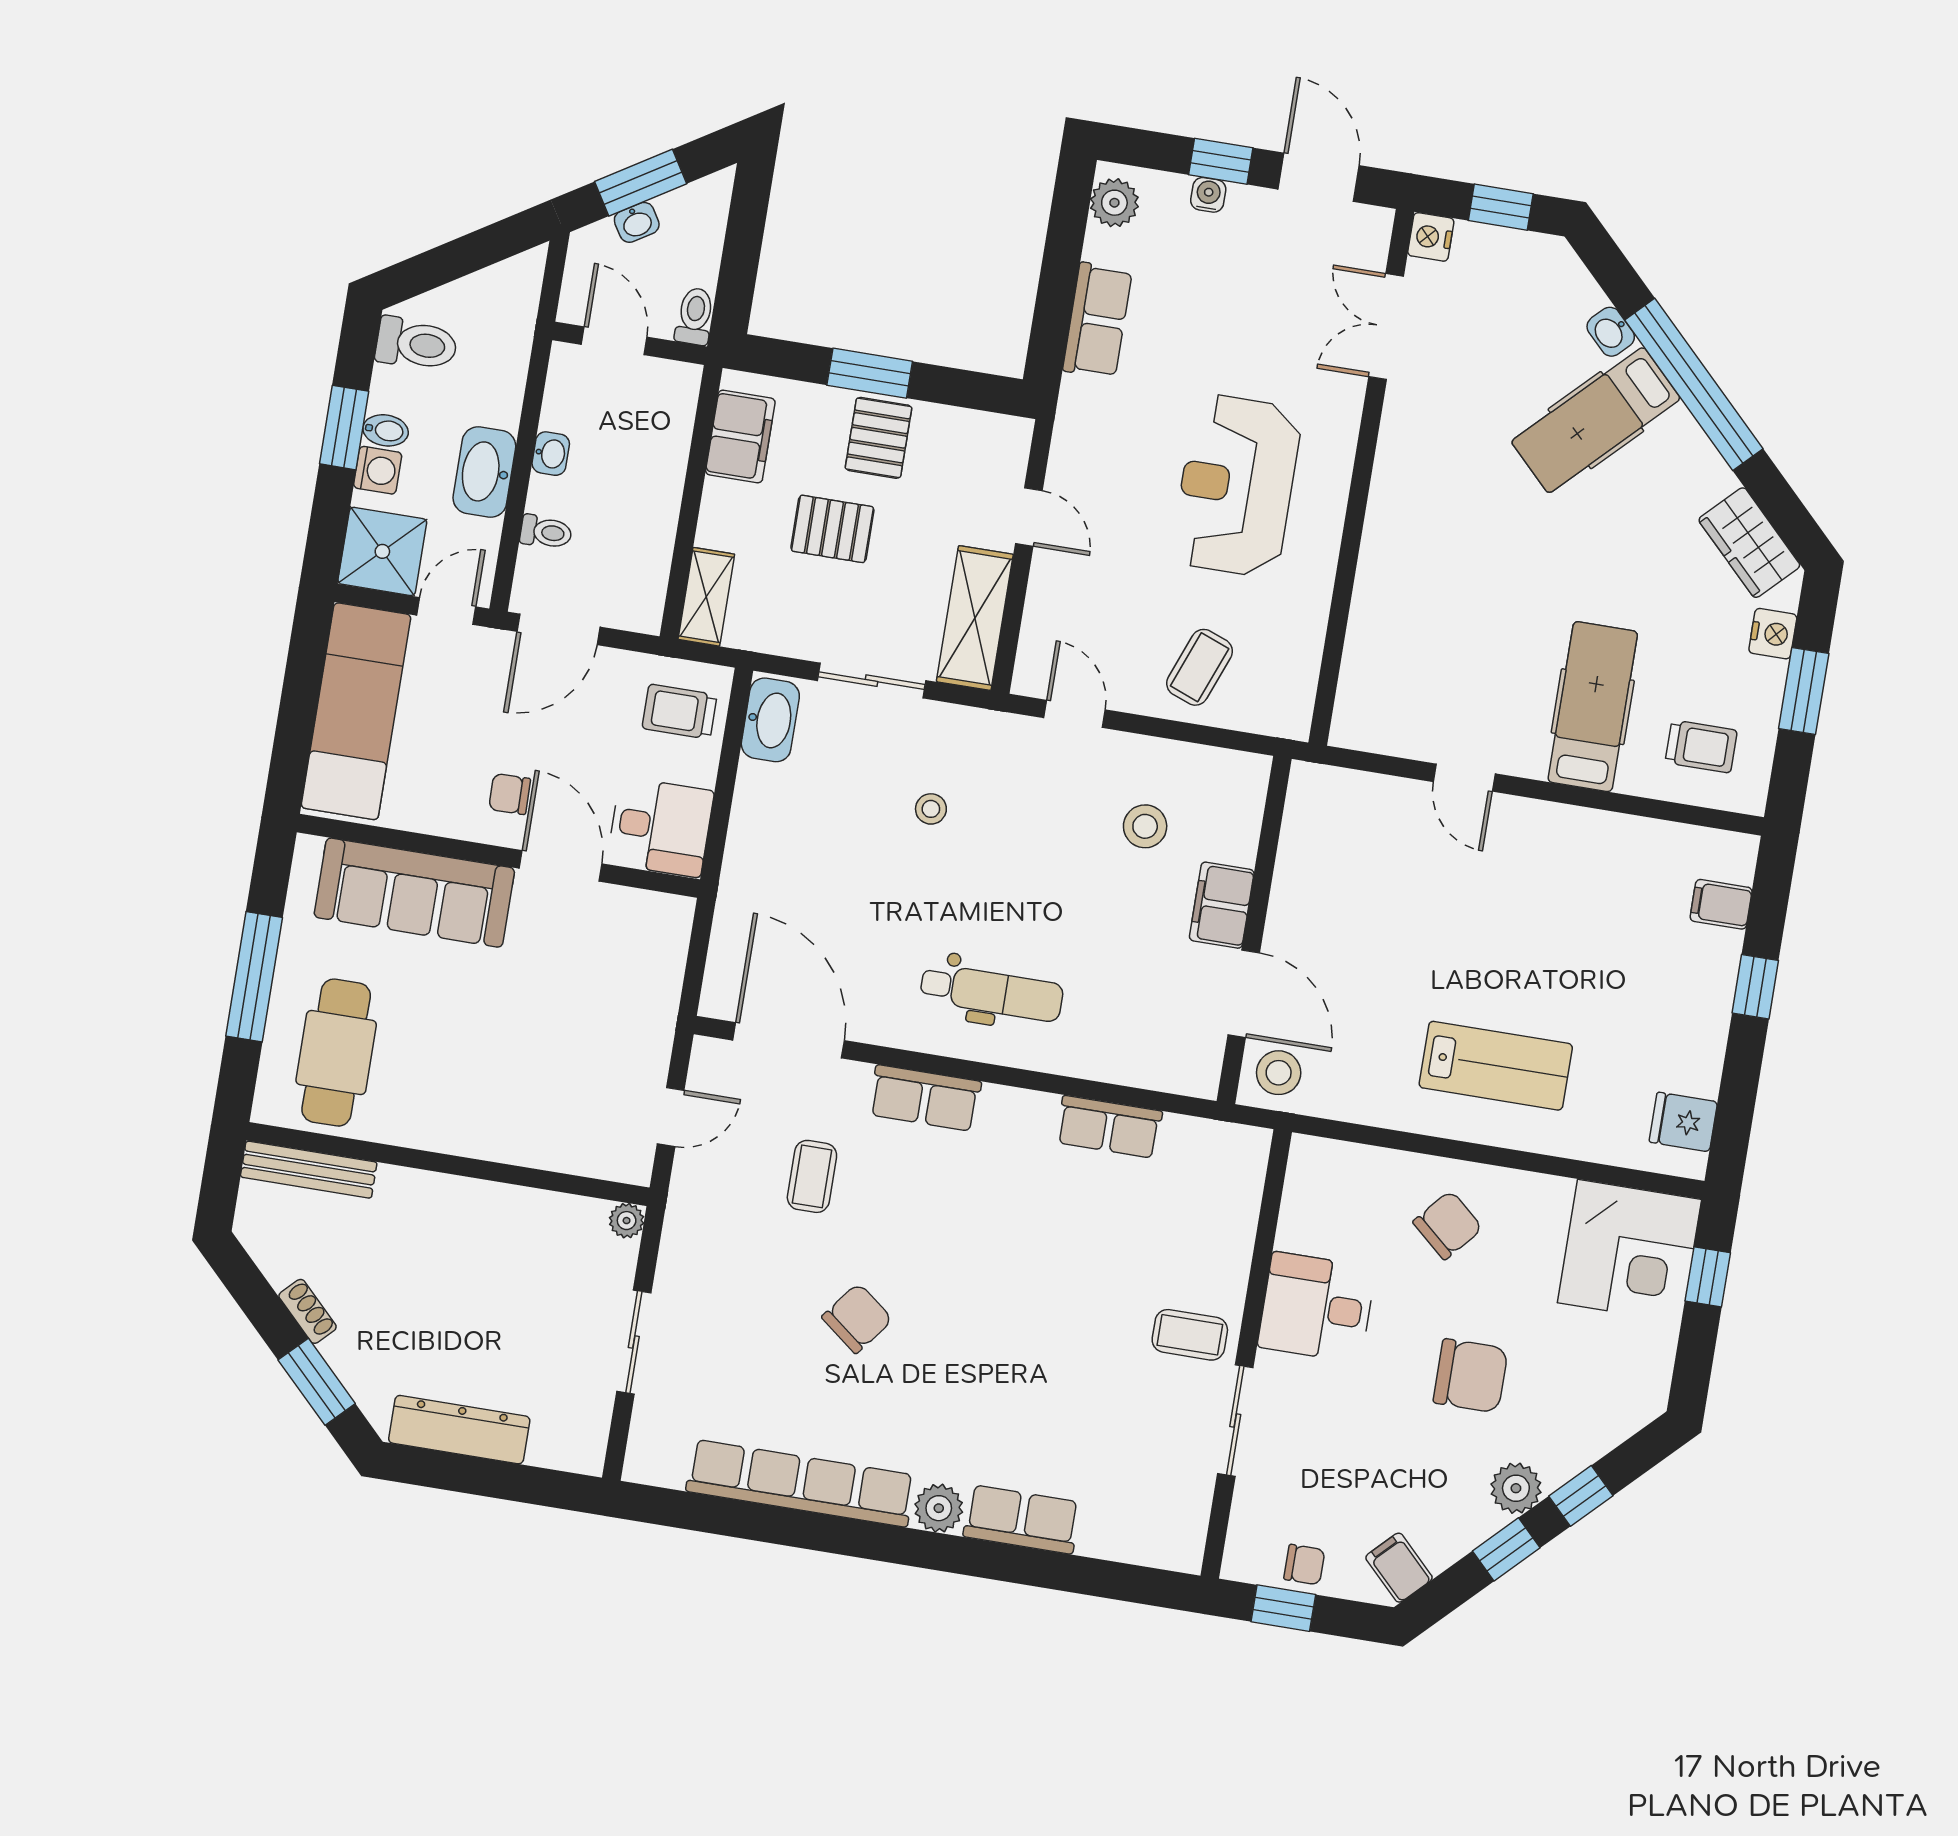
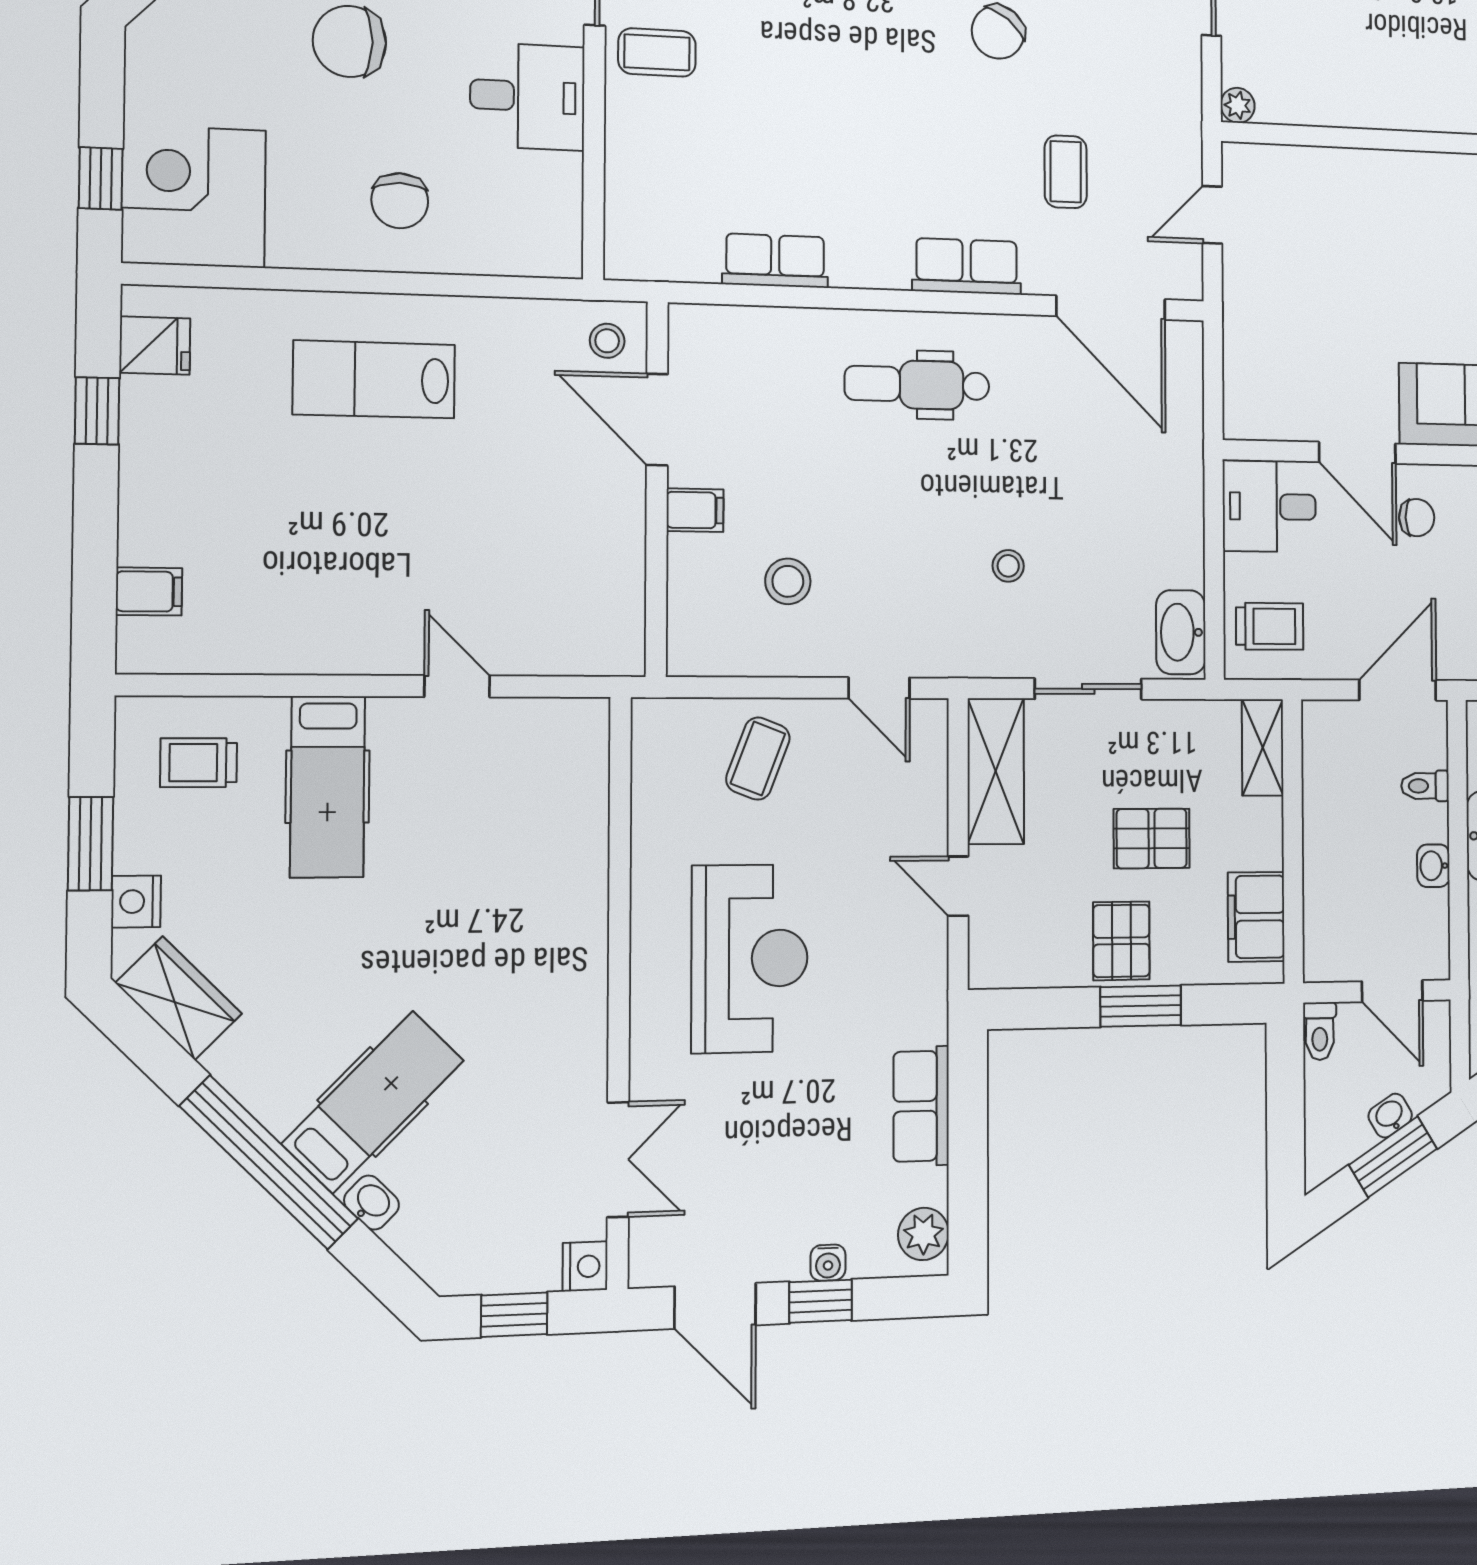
filing cabinet: (1222, 905) -> (695, 510), width x0.50
window: (1755, 987) -> (97, 411), moved
stool: (1279, 1073) -> (607, 341), width x0.73, depth x0.73
chair: (1448, 1225) -> (400, 201), turned -41

